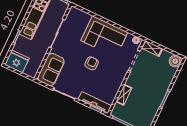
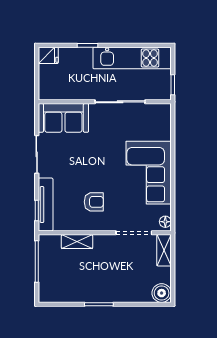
fridge: (17, 61) -> (48, 55), width x0.53, depth x0.75
armchair: (92, 63) -> (94, 202), moved

